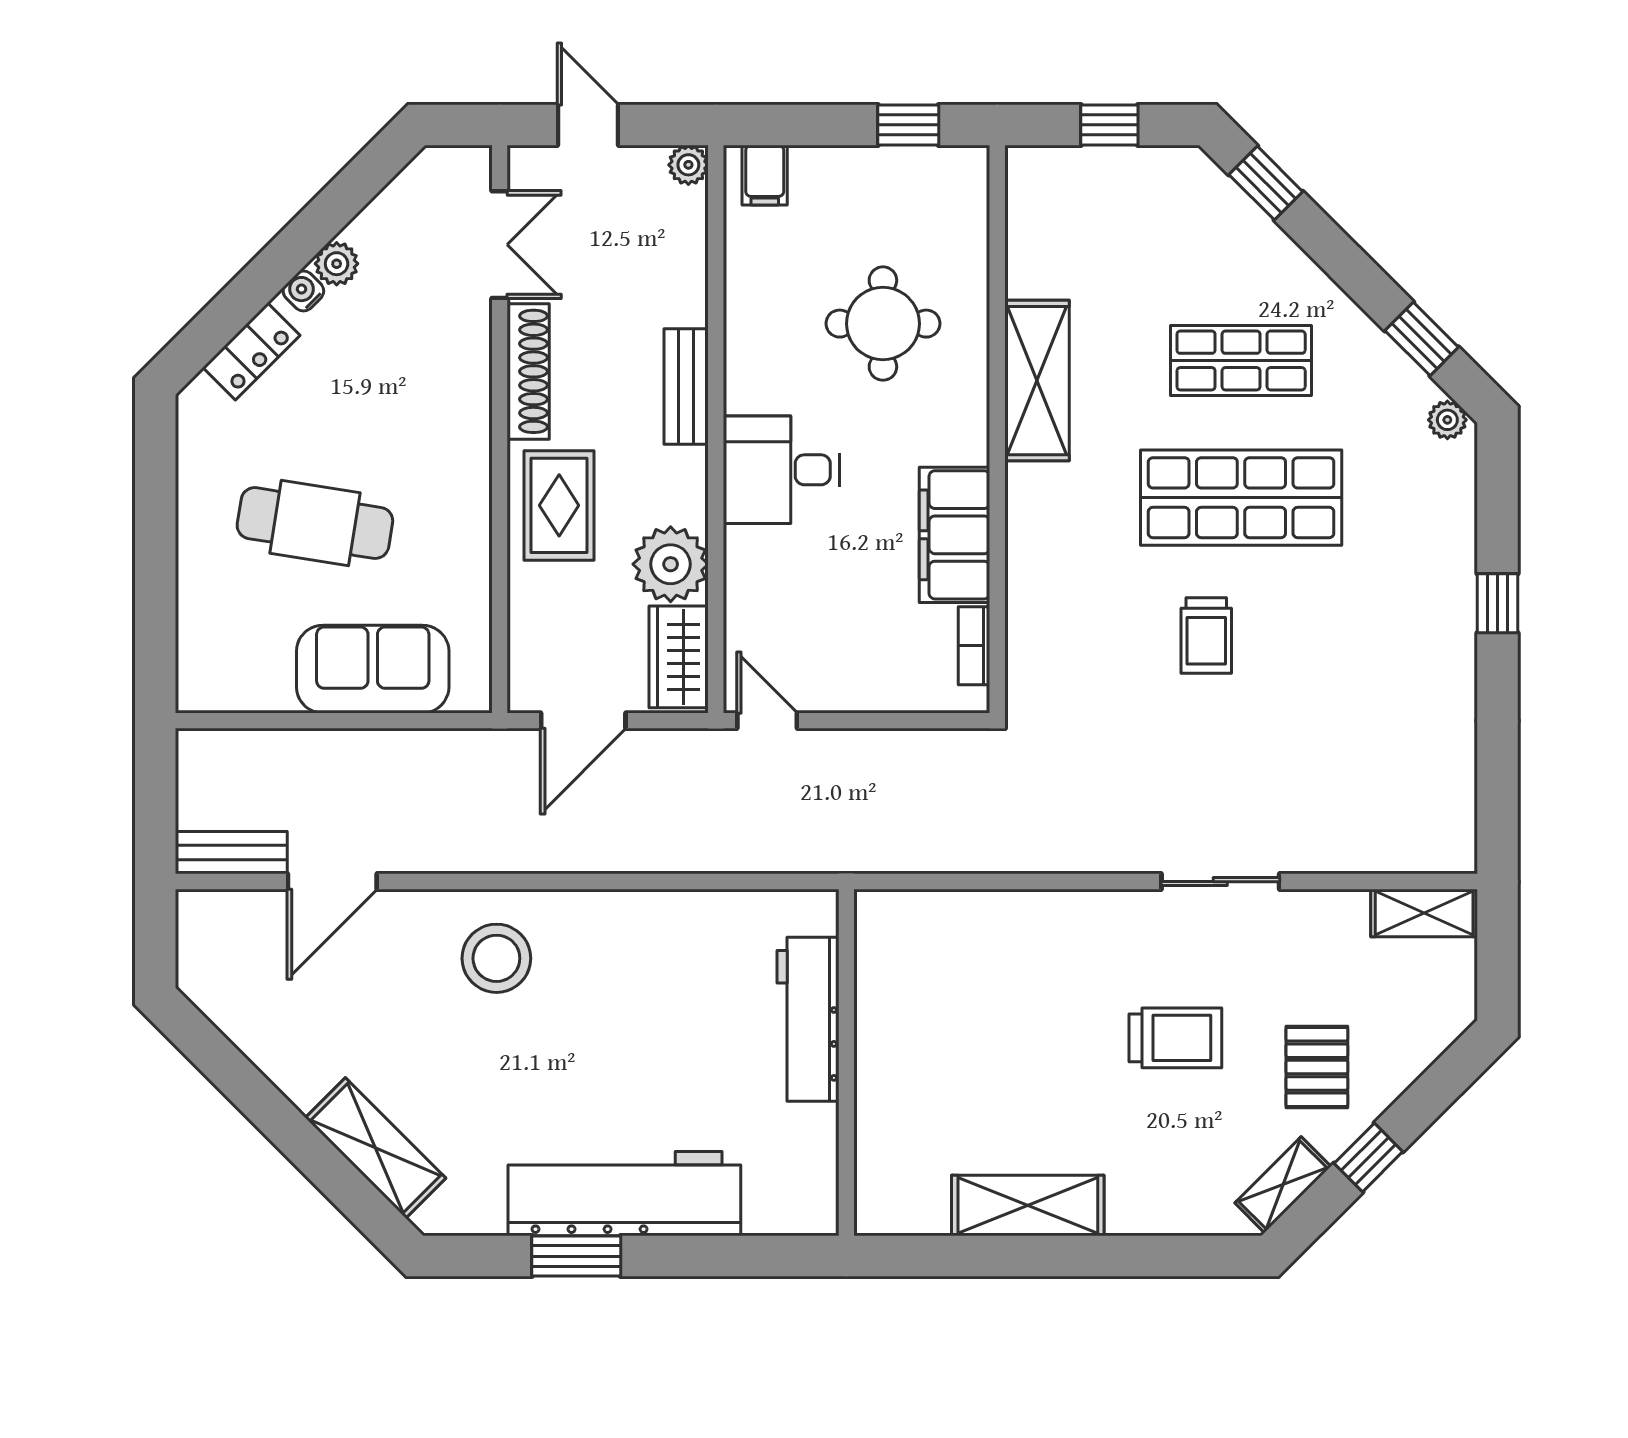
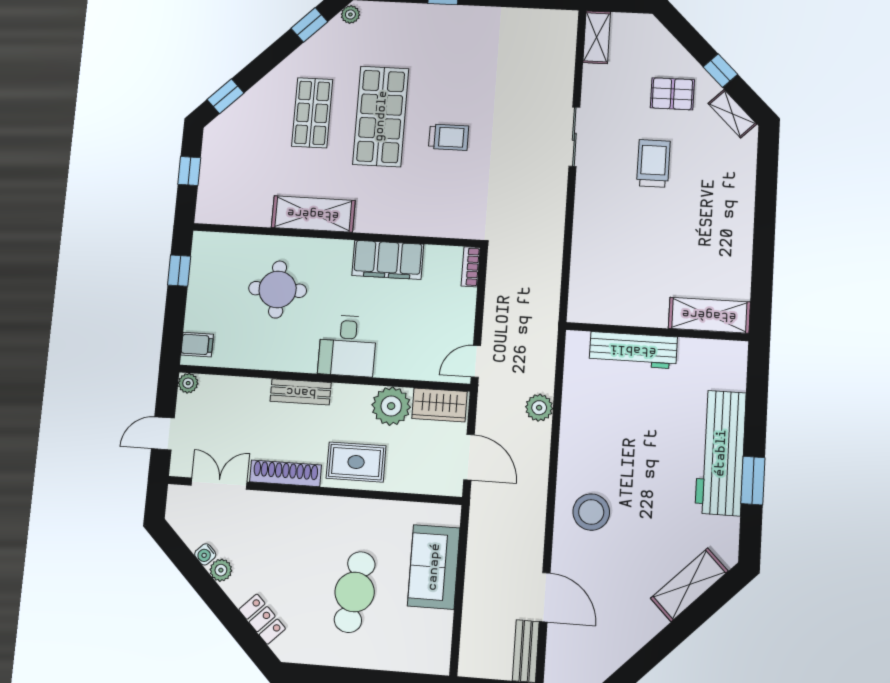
water cooler: (303, 291) -> (205, 554), moved
bookcase: (974, 646) -> (471, 267), moved, turned 90
plant: (686, 848) -> (539, 408), added
shelving: (1028, 1205) -> (709, 315), moved, turned 90

